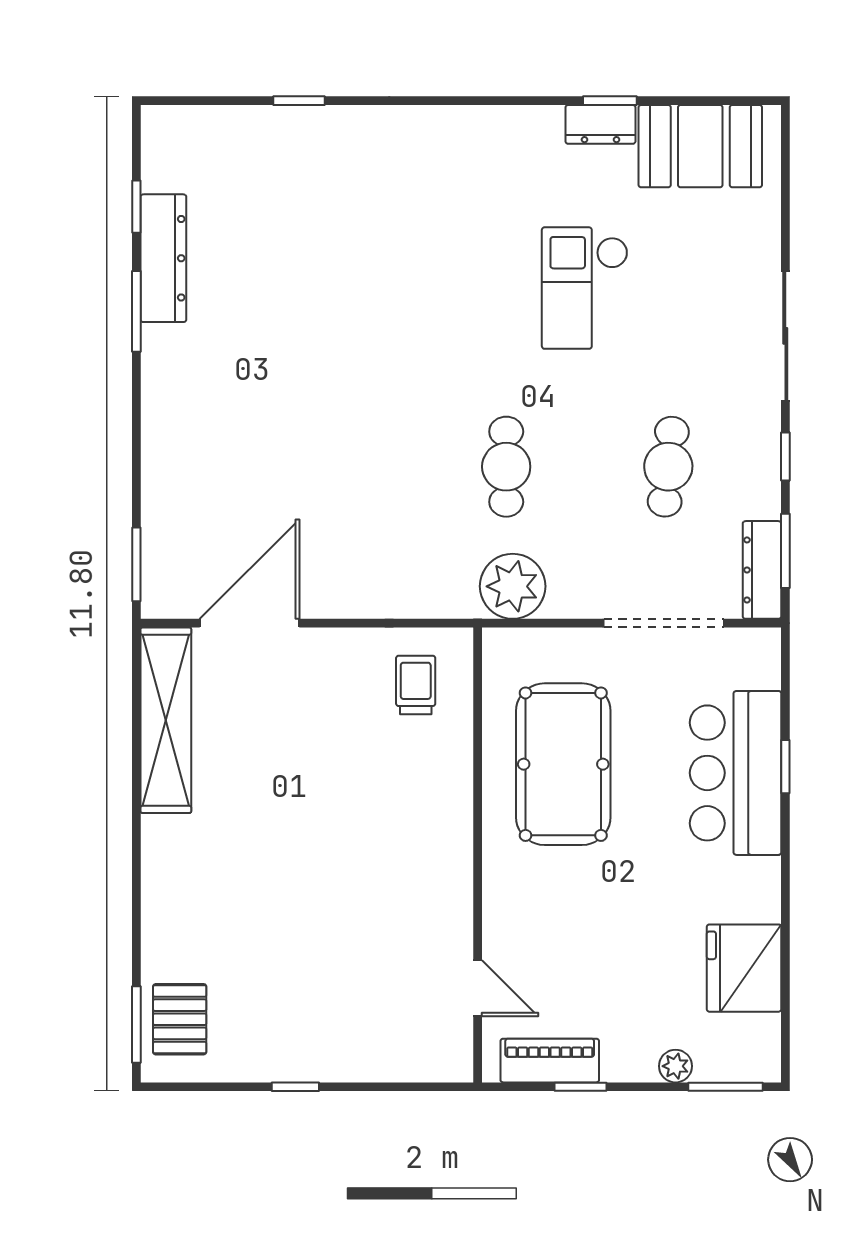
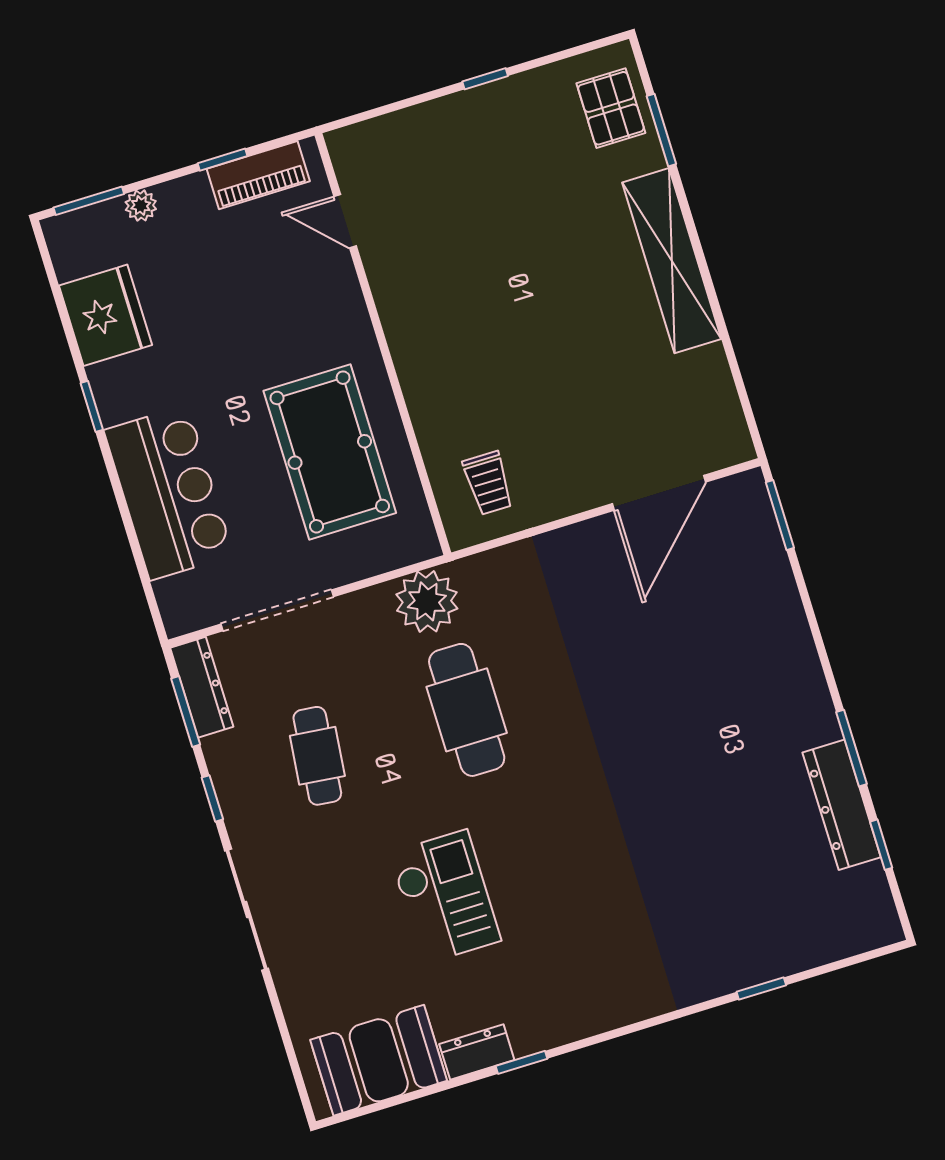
window: (610, 101) -> (521, 1062), moved
cafe table: (506, 467) -> (467, 710), width x1.37, depth x1.35
shelving: (166, 720) -> (672, 261), moved
window: (785, 767) -> (92, 406), moved
window: (136, 1025) -> (661, 130), moved

